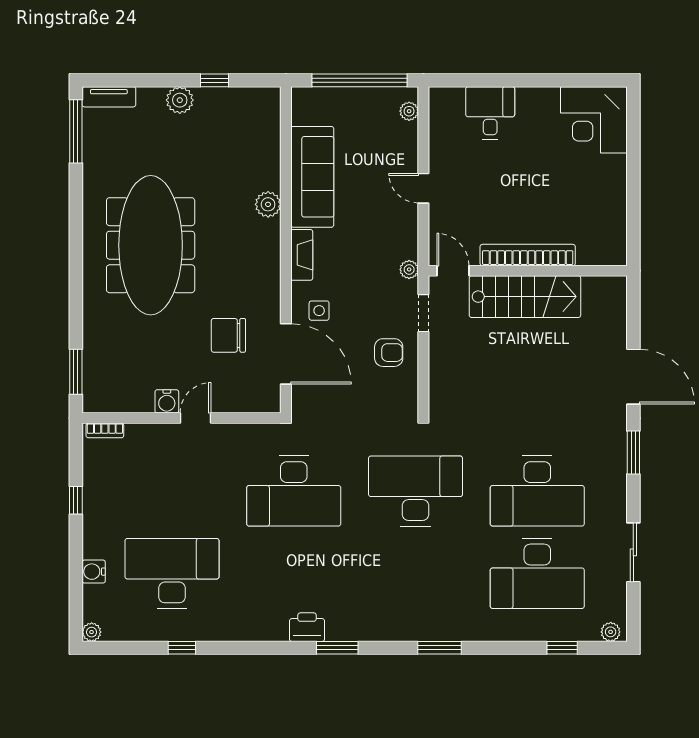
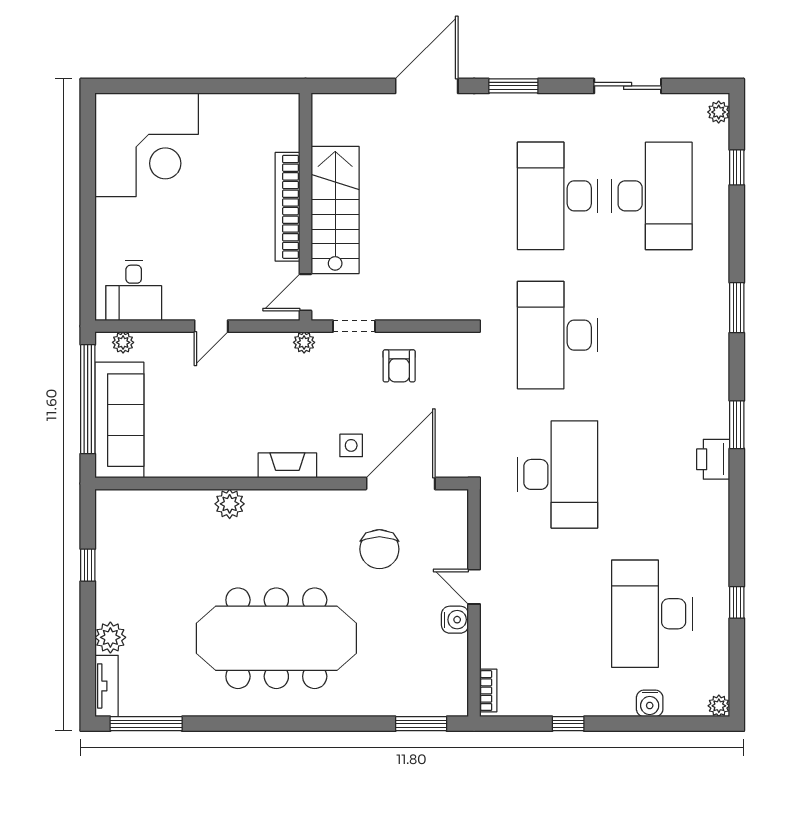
plant: (180, 100) -> (110, 637), moved
desk: (490, 113) -> (134, 290), moved, turned -90
corner desk: (594, 120) -> (147, 145), width x1.36, depth x1.36
sofa: (312, 177) -> (119, 420), moved, turned 90
armchair: (389, 353) -> (399, 366), turned 180
desk: (537, 491) -> (558, 196), turned 180

